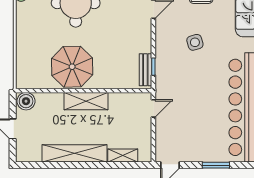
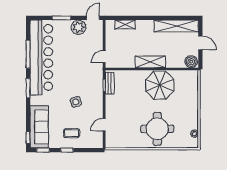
plant: (191, 152) -> (79, 27), added
shelving: (75, 153) -> (176, 26), moved

